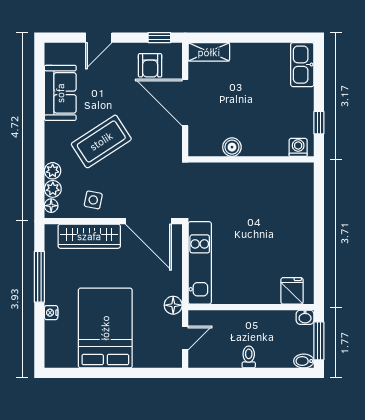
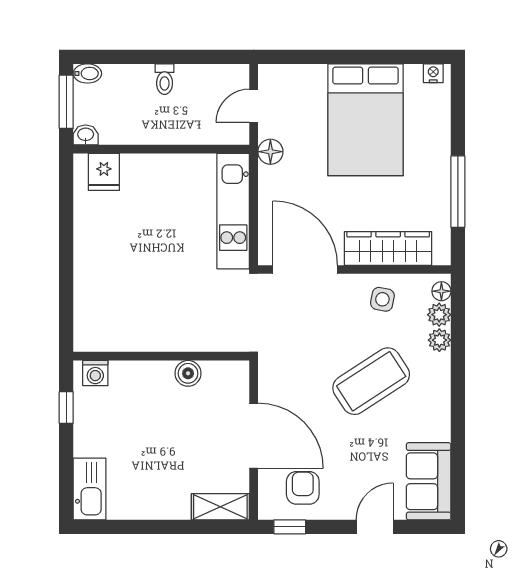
sofa: (60, 93) -> (429, 481), moved
nightstand: (51, 313) -> (433, 73), moved, turned -90

